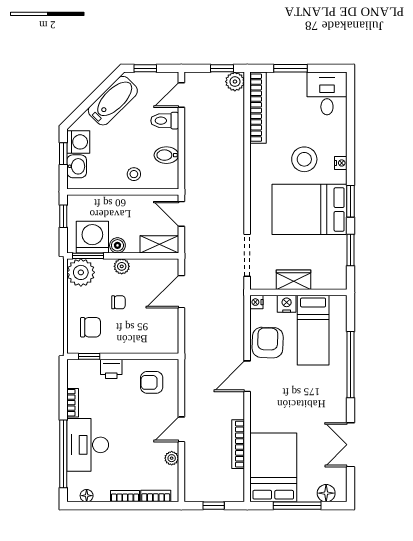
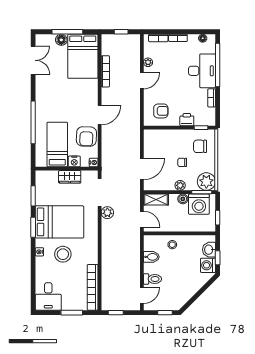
plant: (235, 82) -> (107, 213), moved
bathtub: (113, 101) -> (186, 292), removed
double door: (351, 445) -> (33, 60), moved
floor lamp: (326, 493) -> (61, 40), moved

